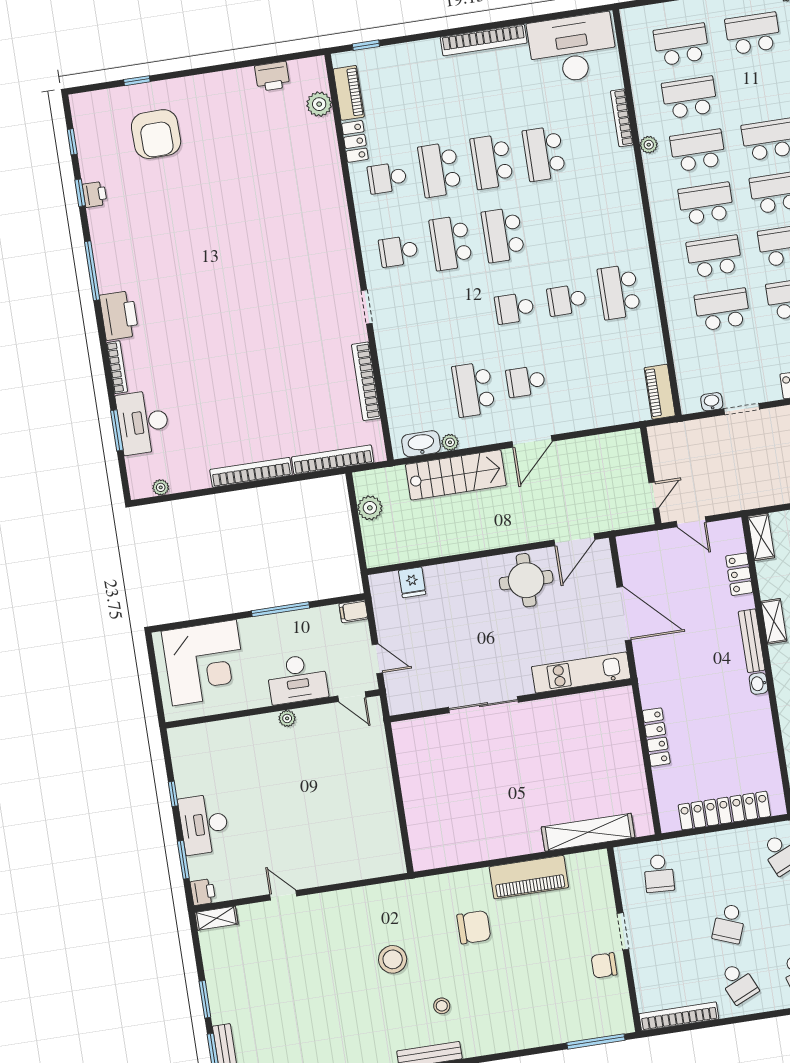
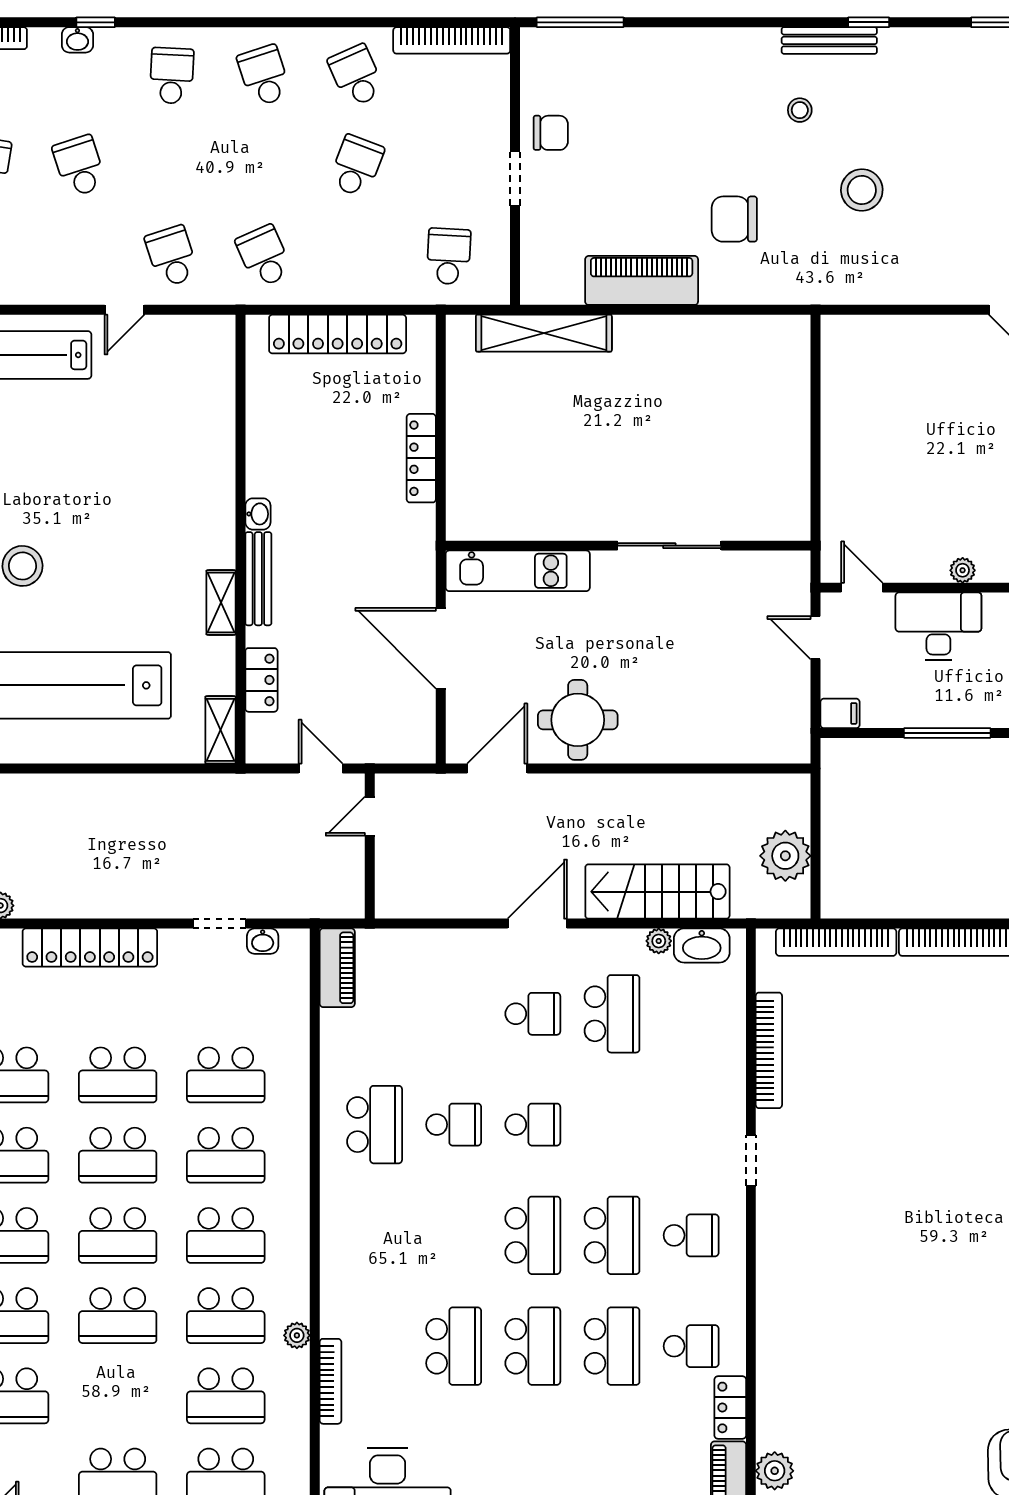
plant: (370, 508) -> (785, 856), width x1.36, depth x1.36
fridge: (412, 582) -> (747, 743), removed

